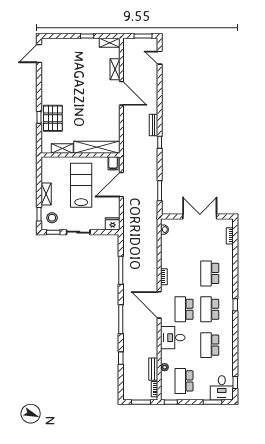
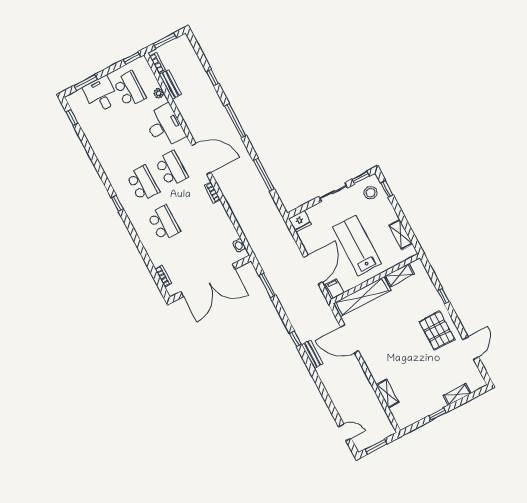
shelving: (110, 43) -> (457, 394), moved
door: (39, 54) -> (471, 348), moved
door: (121, 93) -> (350, 339), moved
pallet: (53, 118) -> (437, 330), moved
lab bench: (81, 185) -> (357, 246), turned 180
shelving: (46, 194) -> (401, 235), moved
double door: (200, 216) -> (208, 280), width x1.36
desk: (173, 338) -> (165, 126), width x1.37
school desk: (210, 345) -> (122, 144), removed
desk: (222, 388) -> (101, 95), moved

